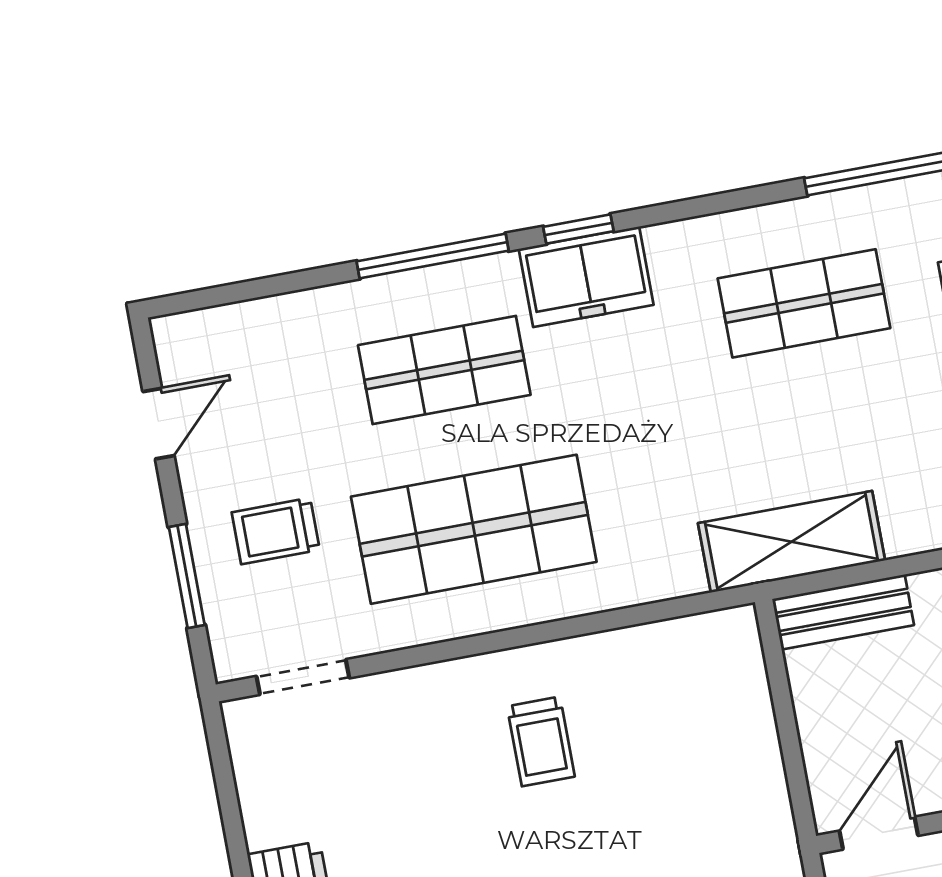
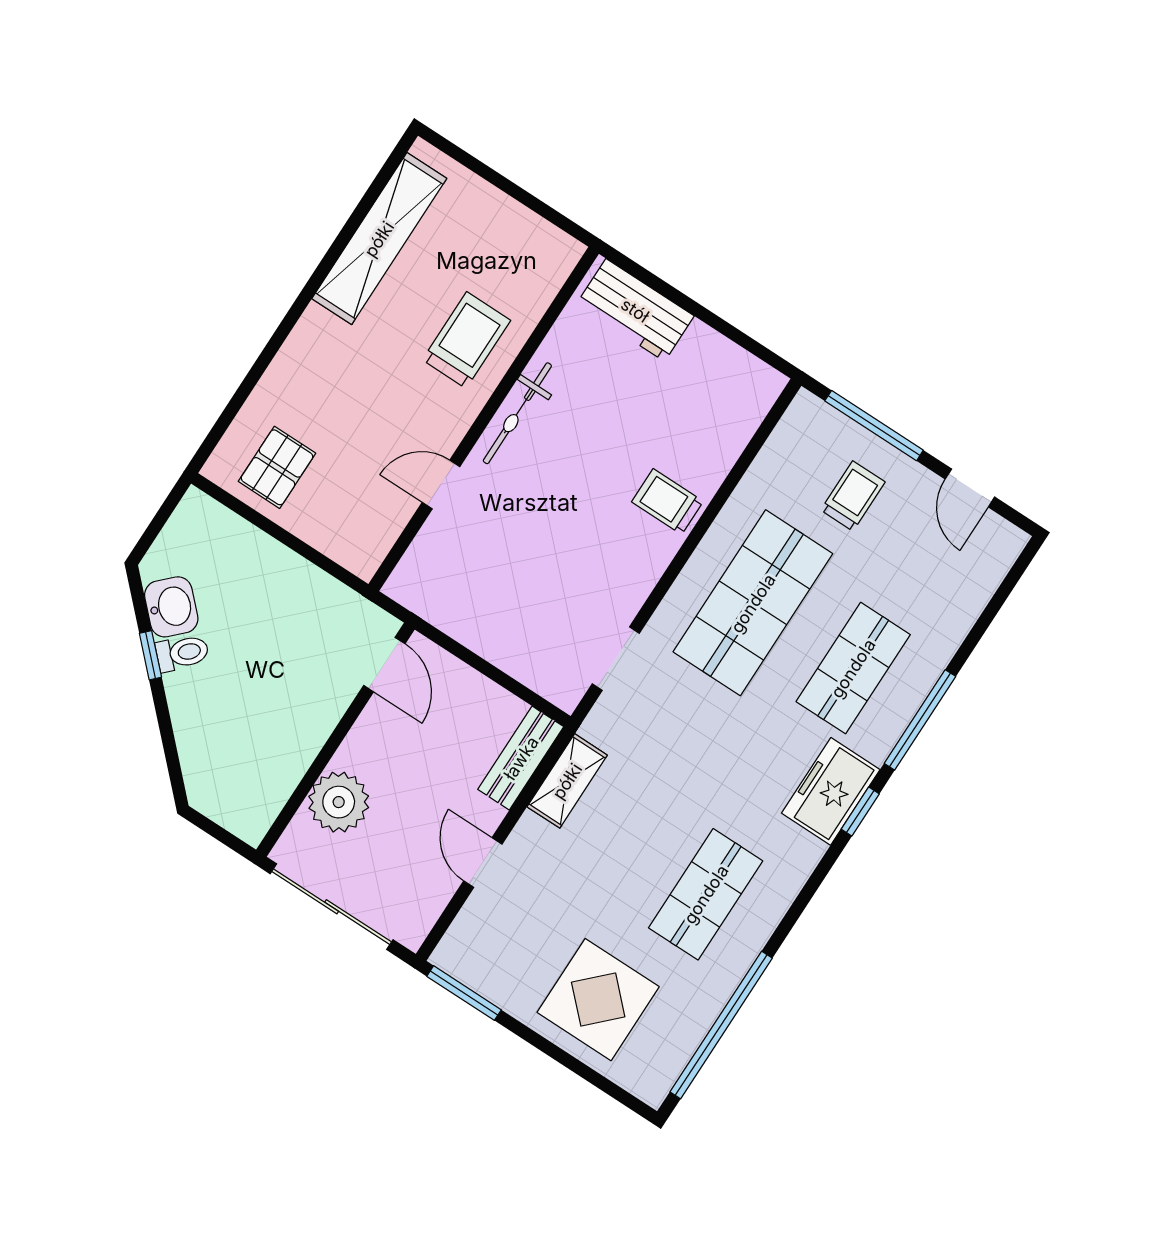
shelving: (791, 542) -> (567, 781), width x0.67, depth x0.75
window: (187, 576) -> (874, 426), width x1.44
doorway: (303, 677) -> (616, 659), moved
trolley: (541, 741) -> (667, 502), moved

